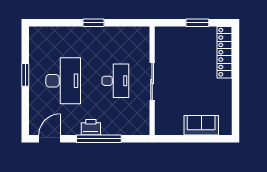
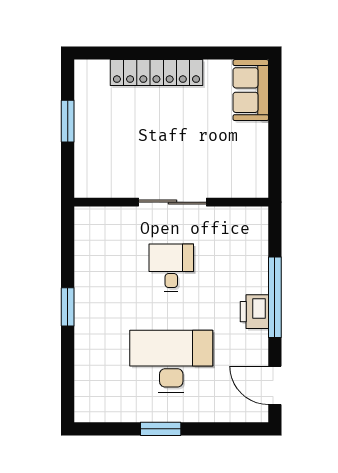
locker: (224, 52) -> (156, 73), moved
desk: (115, 81) -> (171, 268), width x0.73
sofa: (201, 125) -> (251, 90), moved

